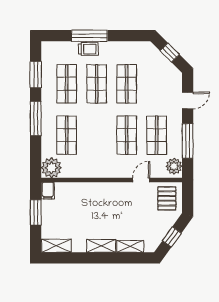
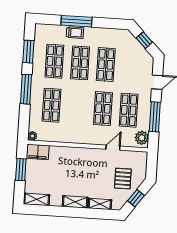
plant: (51, 168) -> (32, 136), width x0.53, depth x0.53
filing cabinet: (48, 191) -> (38, 152), width x2.00
pallet: (167, 198) -> (123, 179), moved

